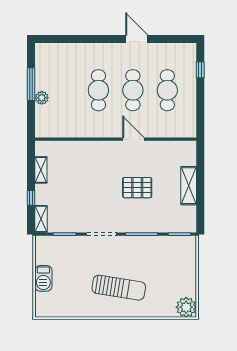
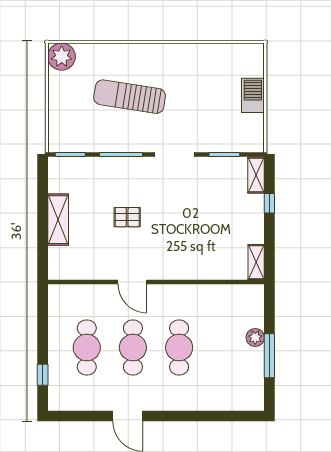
shelving: (41, 170) -> (256, 262), moved
pallet: (137, 188) -> (127, 217), width x0.67, depth x0.71
sun lounger: (119, 288) -> (130, 97), moved

